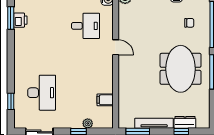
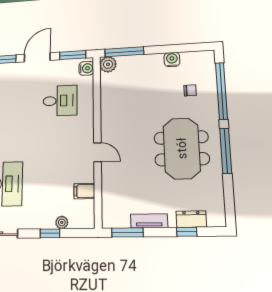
door: (116, 47) -> (97, 152), moved
tv unit: (154, 123) -> (149, 221), width x0.71

